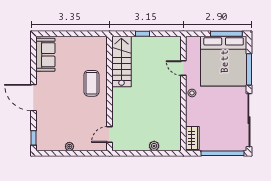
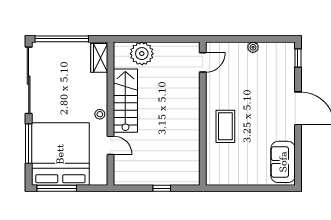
stairs: (121, 61) -> (125, 101), moved, turned 180
plant: (154, 146) -> (142, 54), width x1.87, depth x1.87

